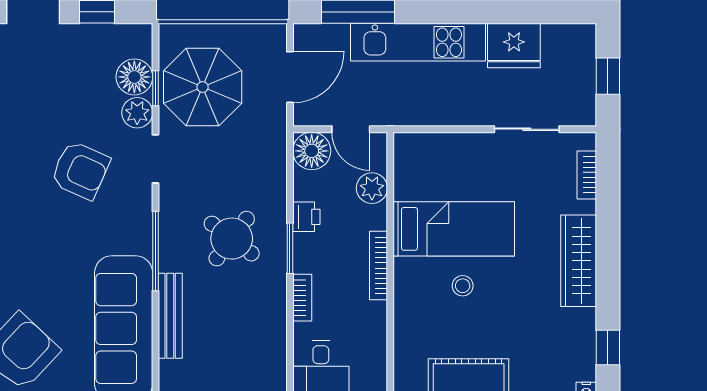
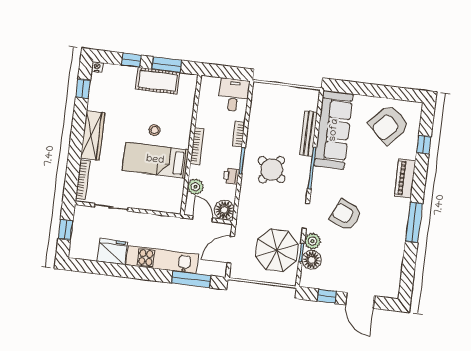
bookcase: (587, 175) -> (83, 180), width x1.56

